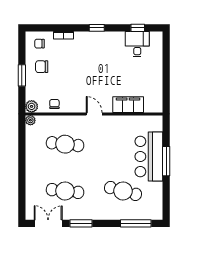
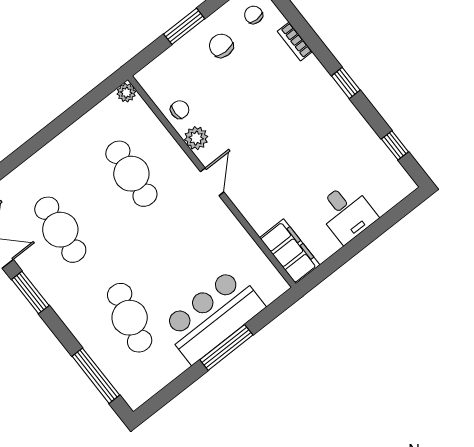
desk: (137, 44) -> (347, 213), moved, turned 90
filing cabinet: (128, 105) -> (290, 251), moved
plant: (32, 106) -> (196, 138), moved

